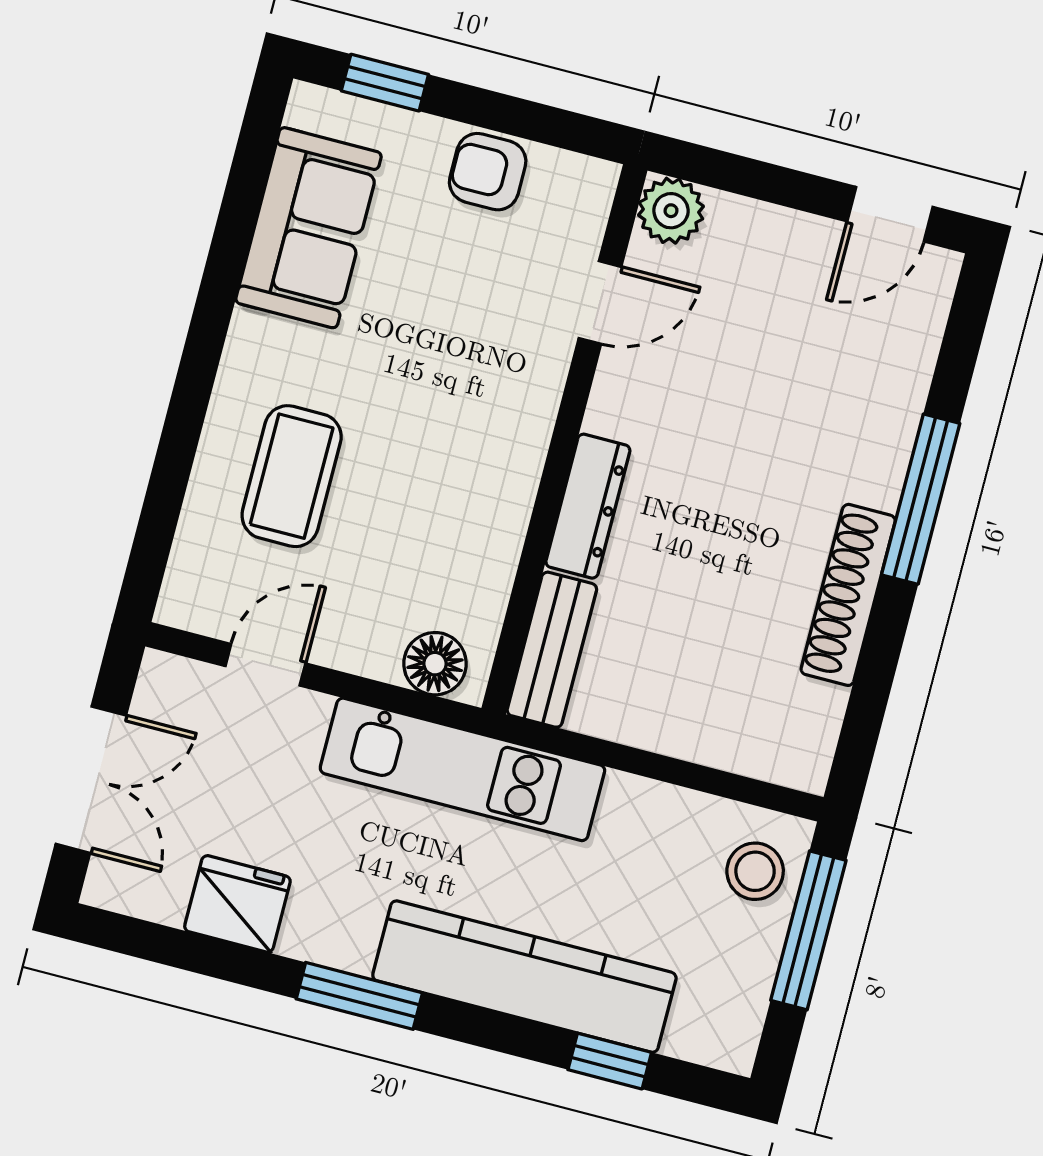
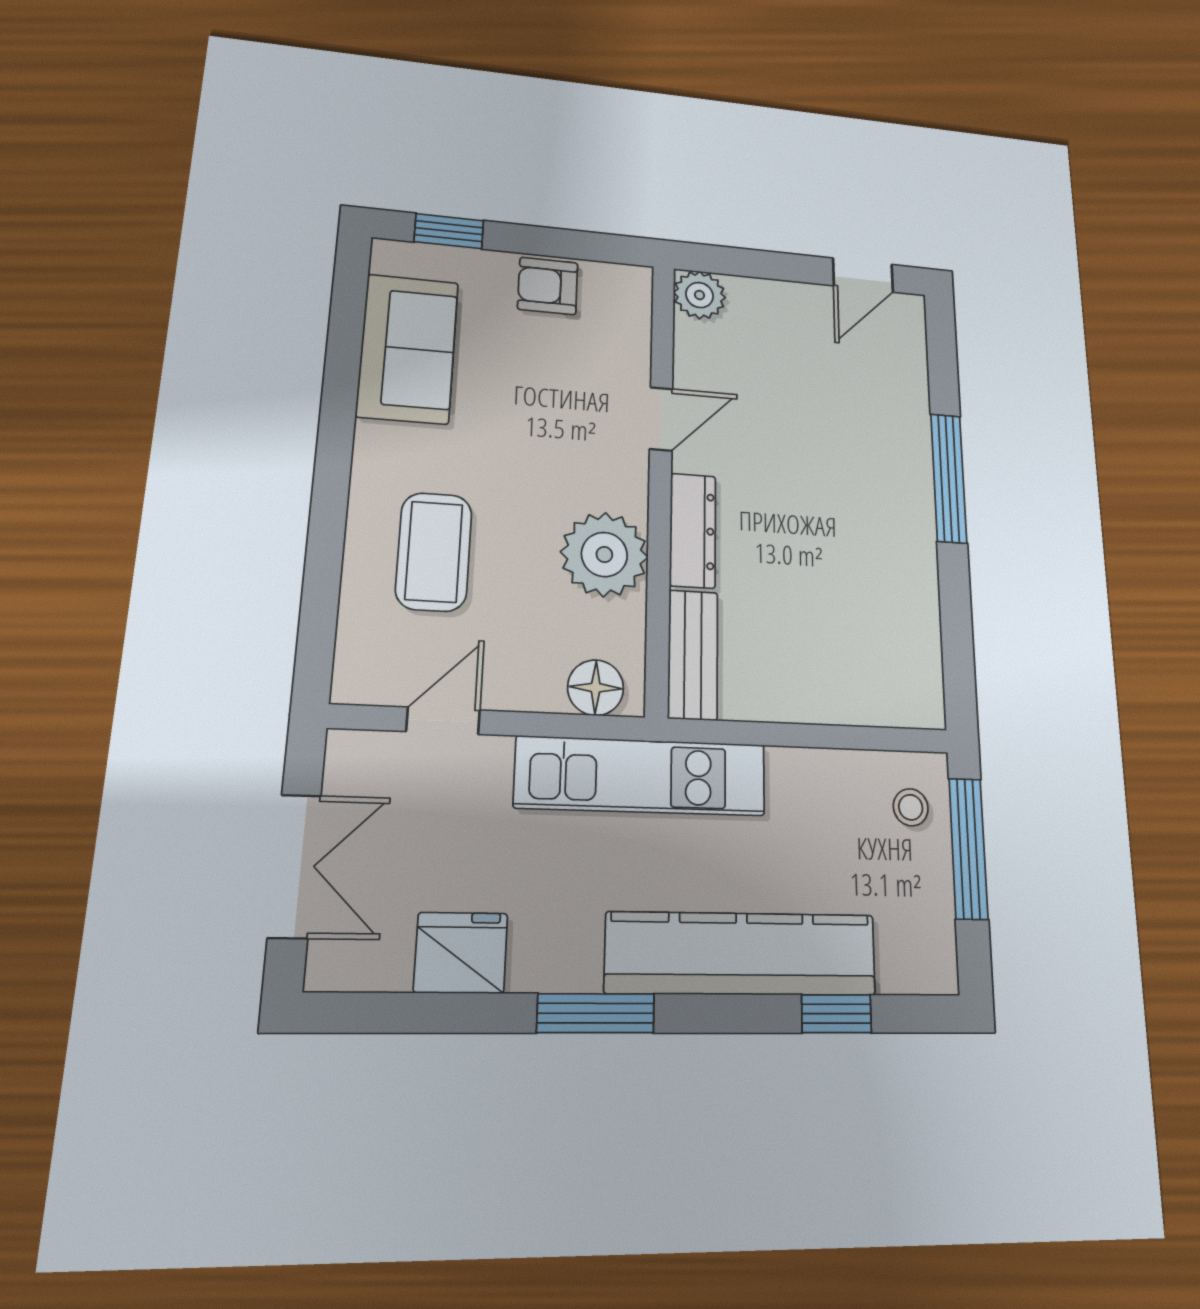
door: (600, 302) -> (661, 419), moved
plant: (479, 515) -> (604, 555), added
shoe rack: (848, 595) -> (917, 562), removed
stool: (755, 871) -> (911, 807), width x0.73, depth x0.73

